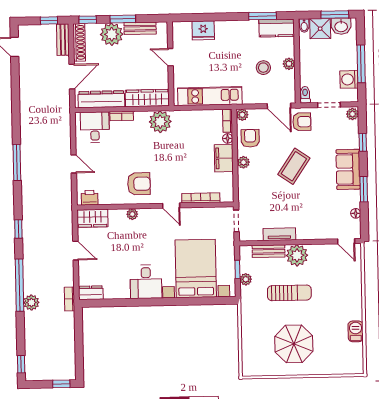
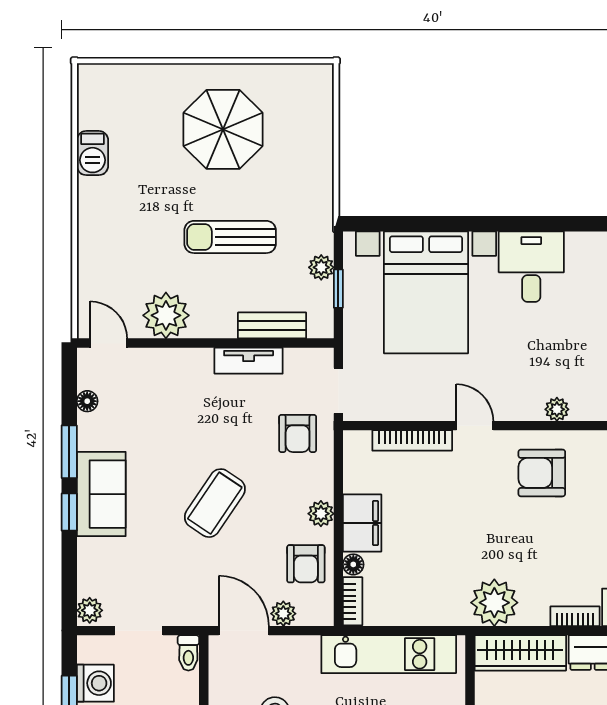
plant: (242, 115) -> (283, 614), moved
armchair: (302, 122) -> (298, 433), moved, turned -90
window: (363, 142) -> (69, 512), moved
plant: (297, 255) -> (166, 315), moved

